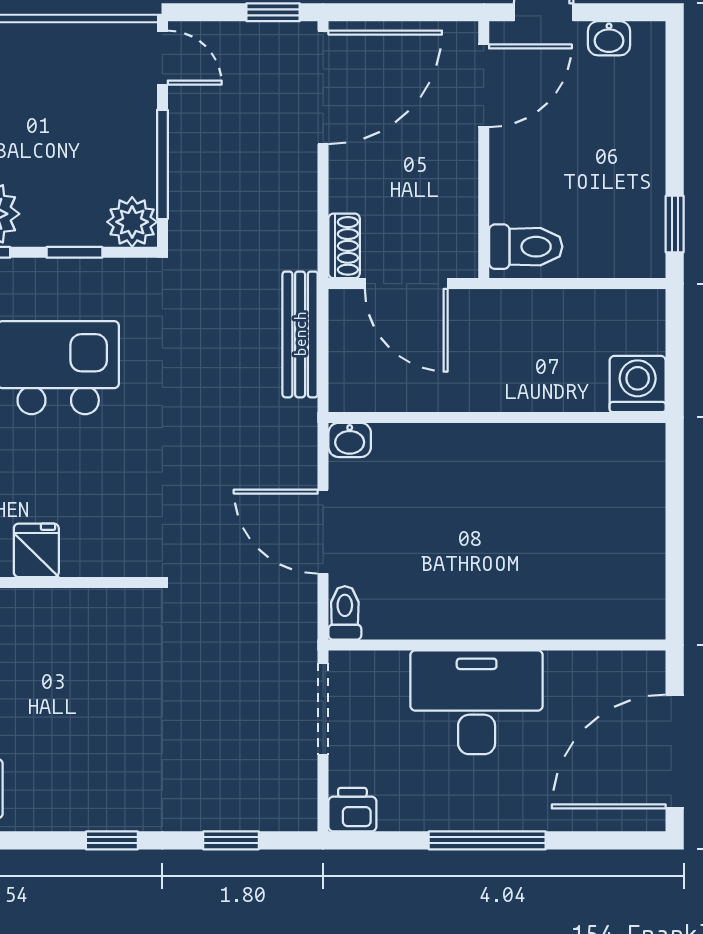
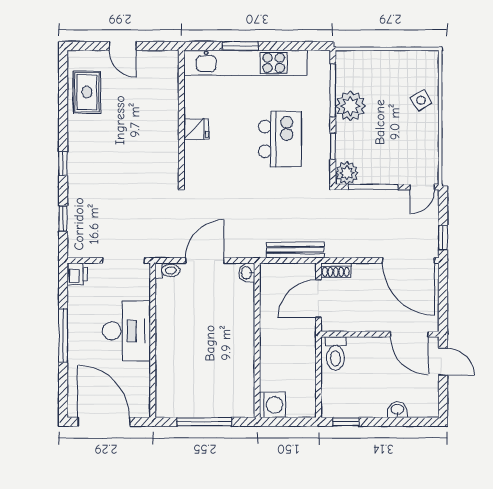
washbasin: (609, 38) -> (397, 410), moved, turned 90
window: (675, 533) -> (204, 422), added

